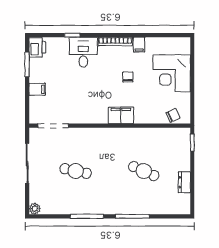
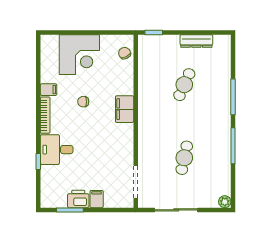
printer: (37, 47) -> (78, 199), moved
dresser: (184, 182) -> (196, 41), width x1.44

